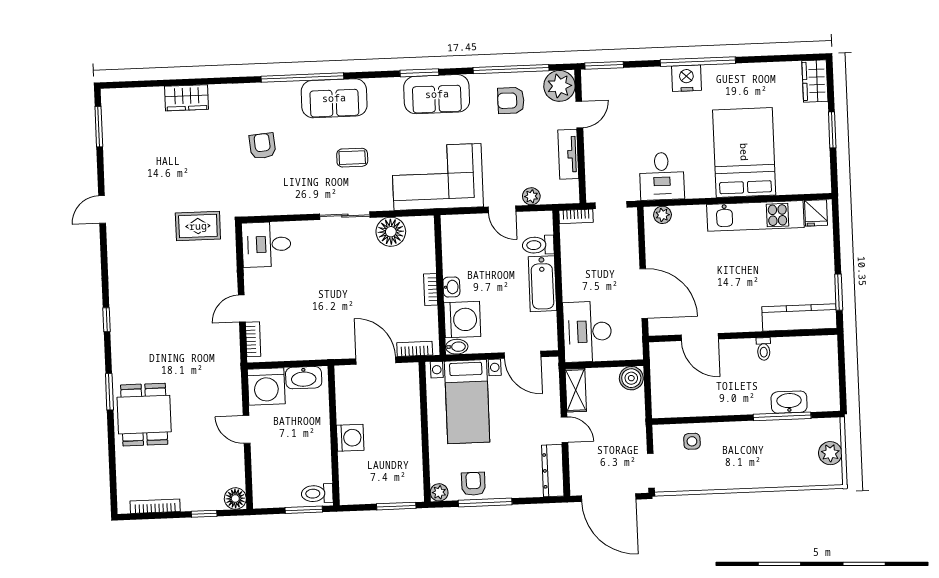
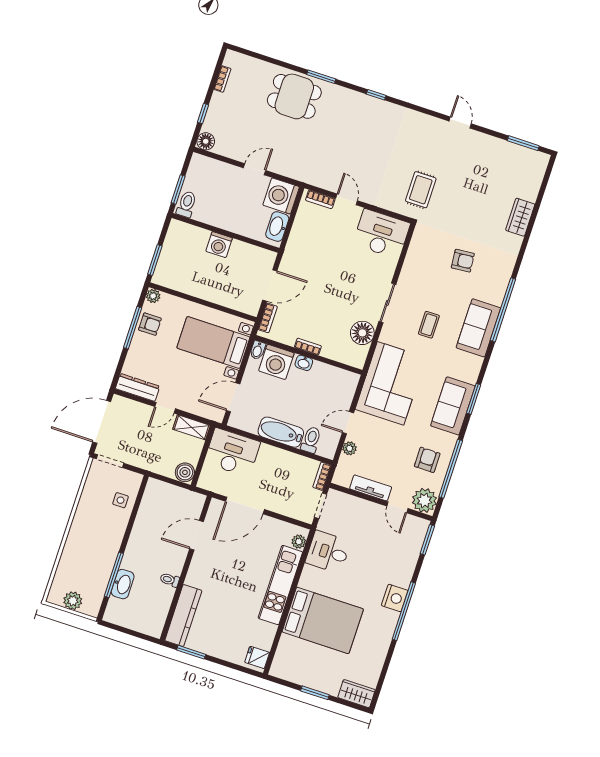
kitchen unit: (755, 216) -> (280, 585), moved
desk: (266, 244) -> (381, 234), width x1.37
bookcase: (155, 506) -> (222, 79), width x0.64

